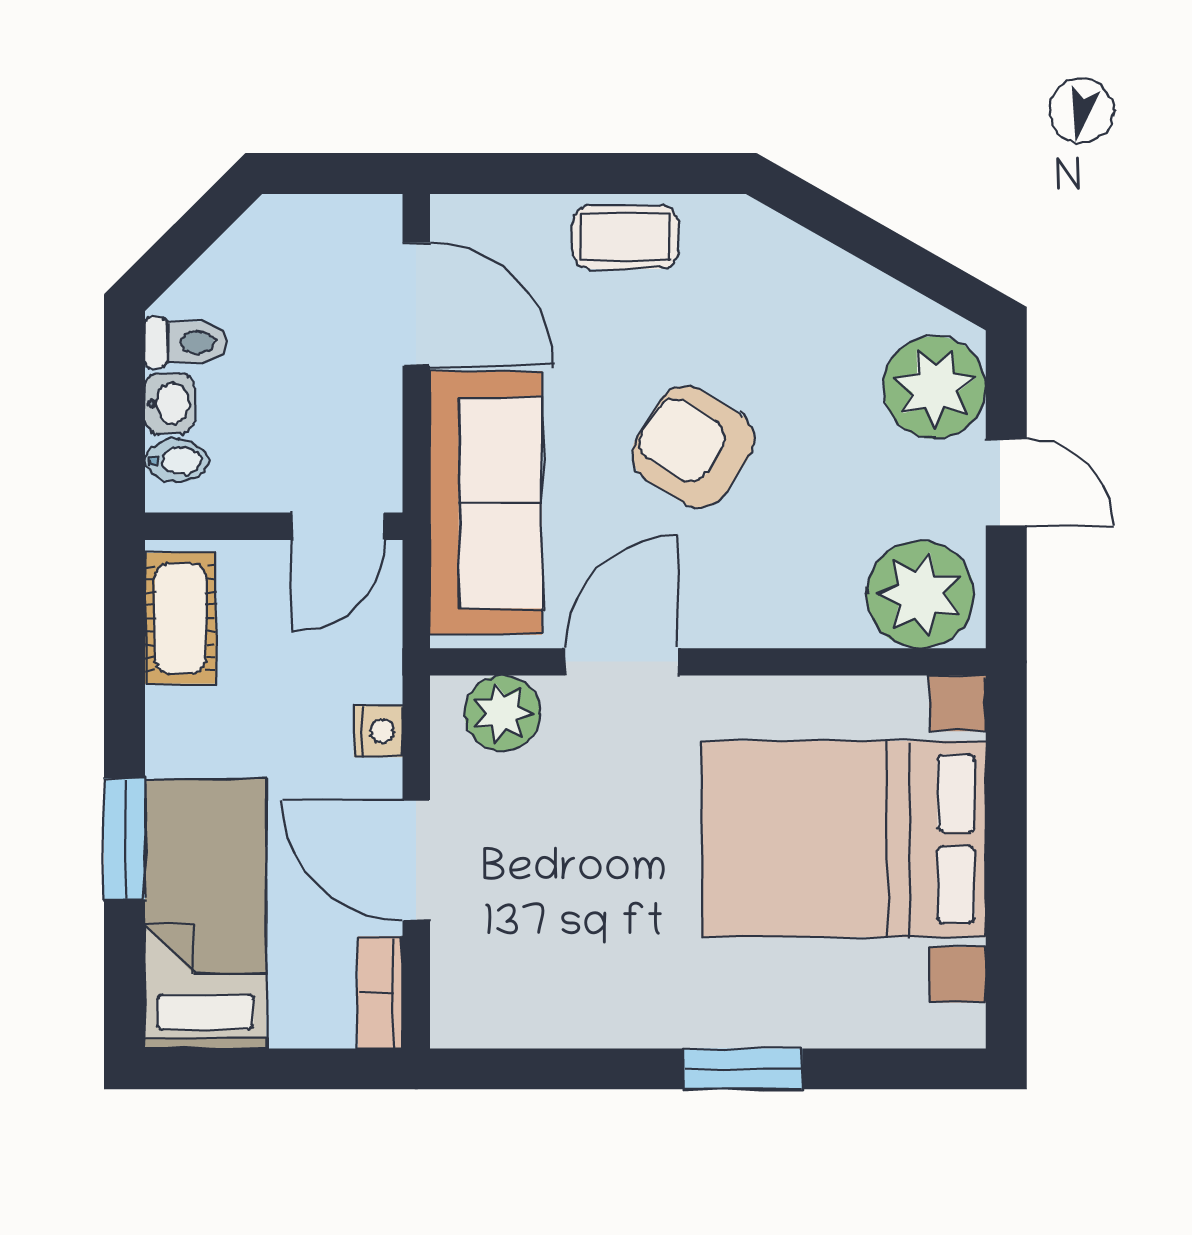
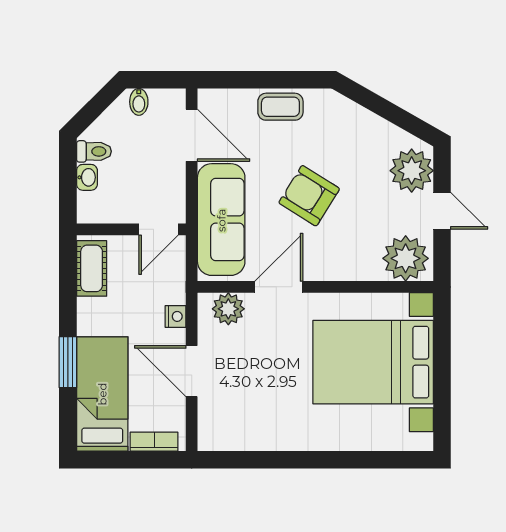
bidet: (177, 461) -> (139, 102), moved, turned 90
bookcase: (380, 992) -> (154, 442), moved, turned 90
window: (743, 1069) -> (330, 460), removed

